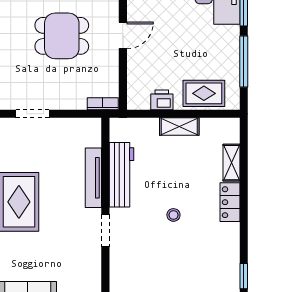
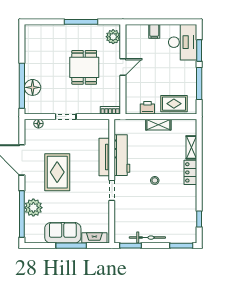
dining table: (62, 36) -> (84, 67), turned 90

